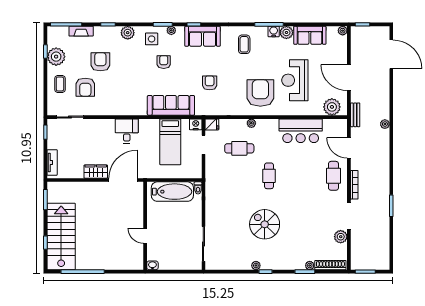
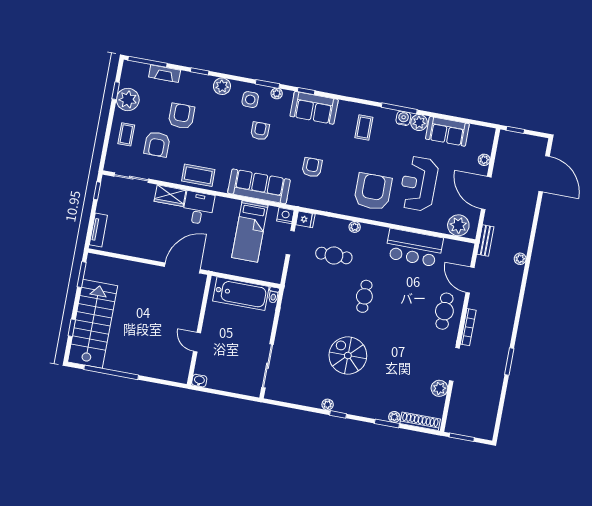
plant: (343, 31) -> (484, 160), moved
coffee table: (122, 105) -> (198, 175), added
wardrobe: (96, 172) -> (170, 196), moved, turned 180

